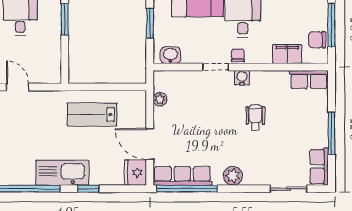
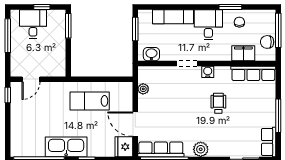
chair: (238, 55) -> (239, 22), moved
row of seats: (309, 80) -> (253, 73), width x1.48
door: (18, 87) -> (31, 79), swing flipped

